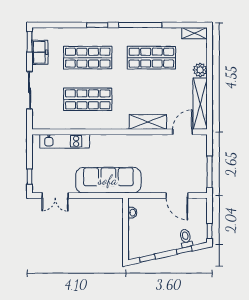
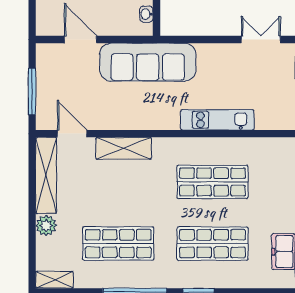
door: (183, 132) -> (72, 134), swing flipped
kitchen unit: (65, 141) -> (217, 120), moved
window: (210, 172) -> (32, 91), moved
sofa: (108, 180) -> (148, 62), moved

